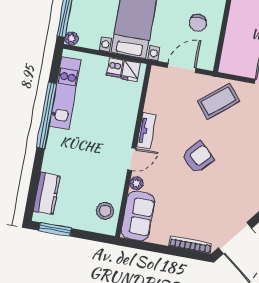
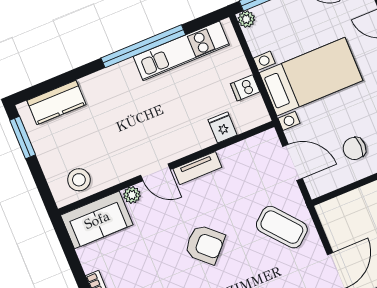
fridge: (131, 71) -> (223, 127), moved, turned 90

